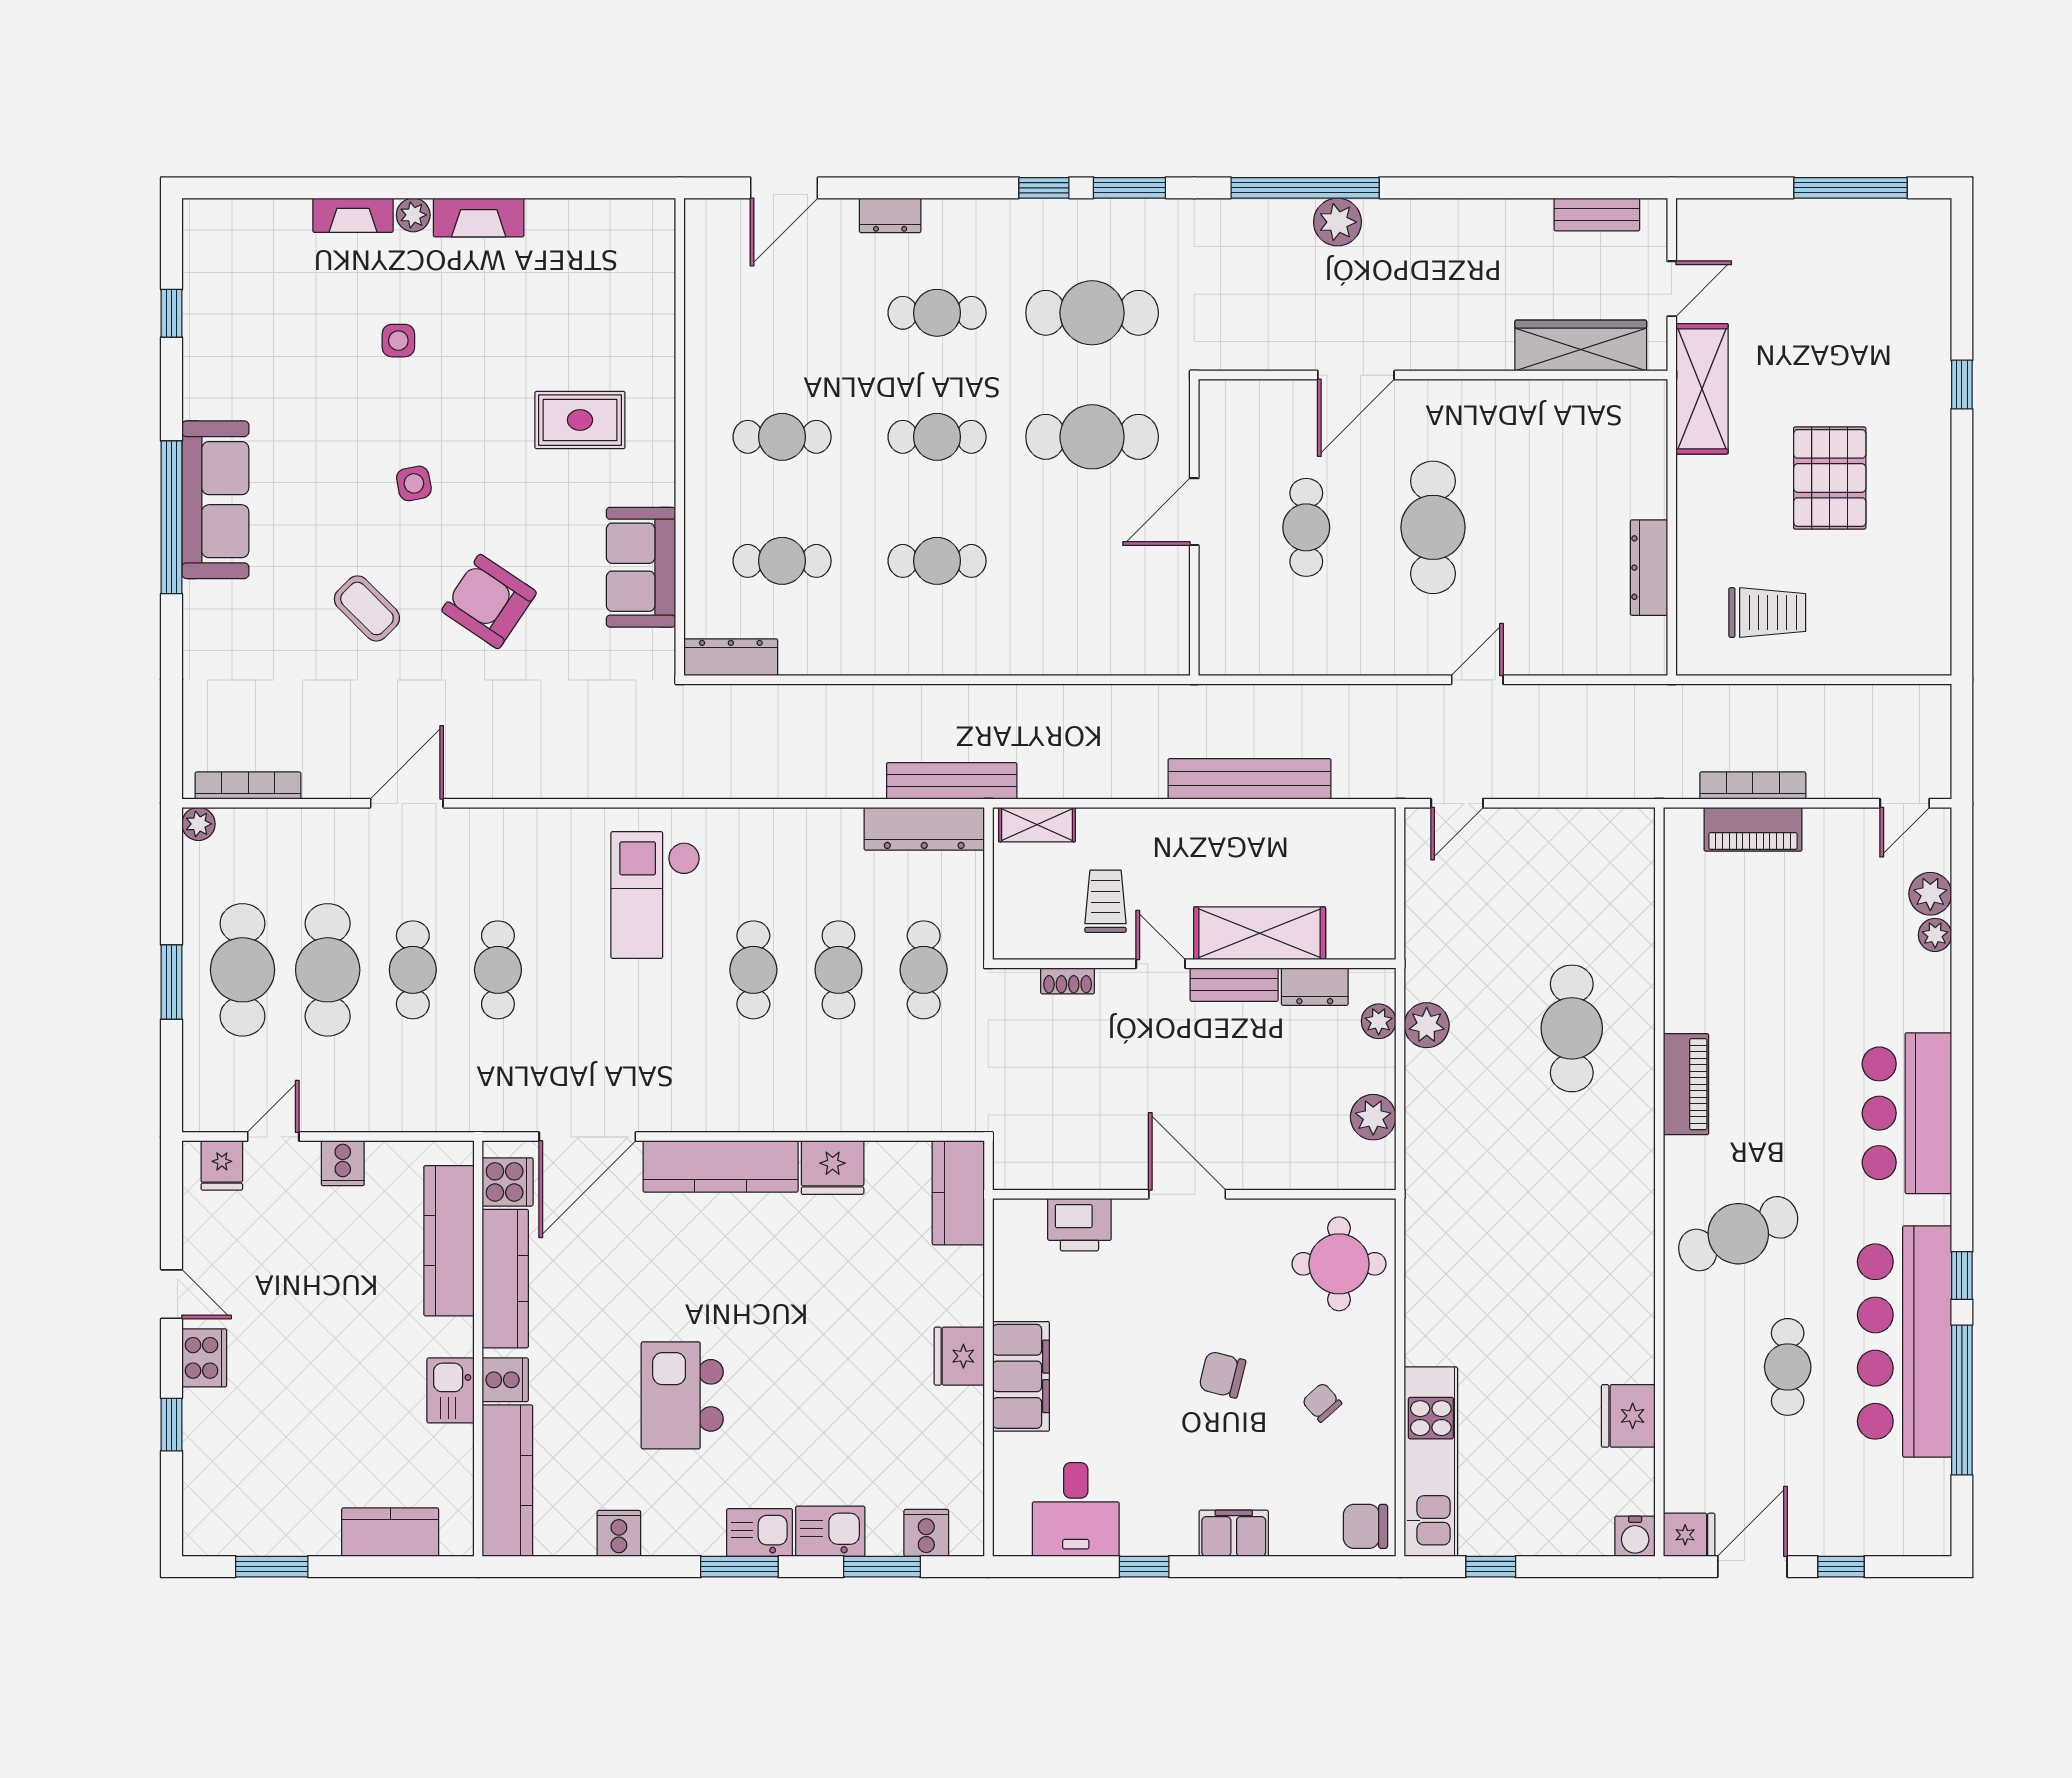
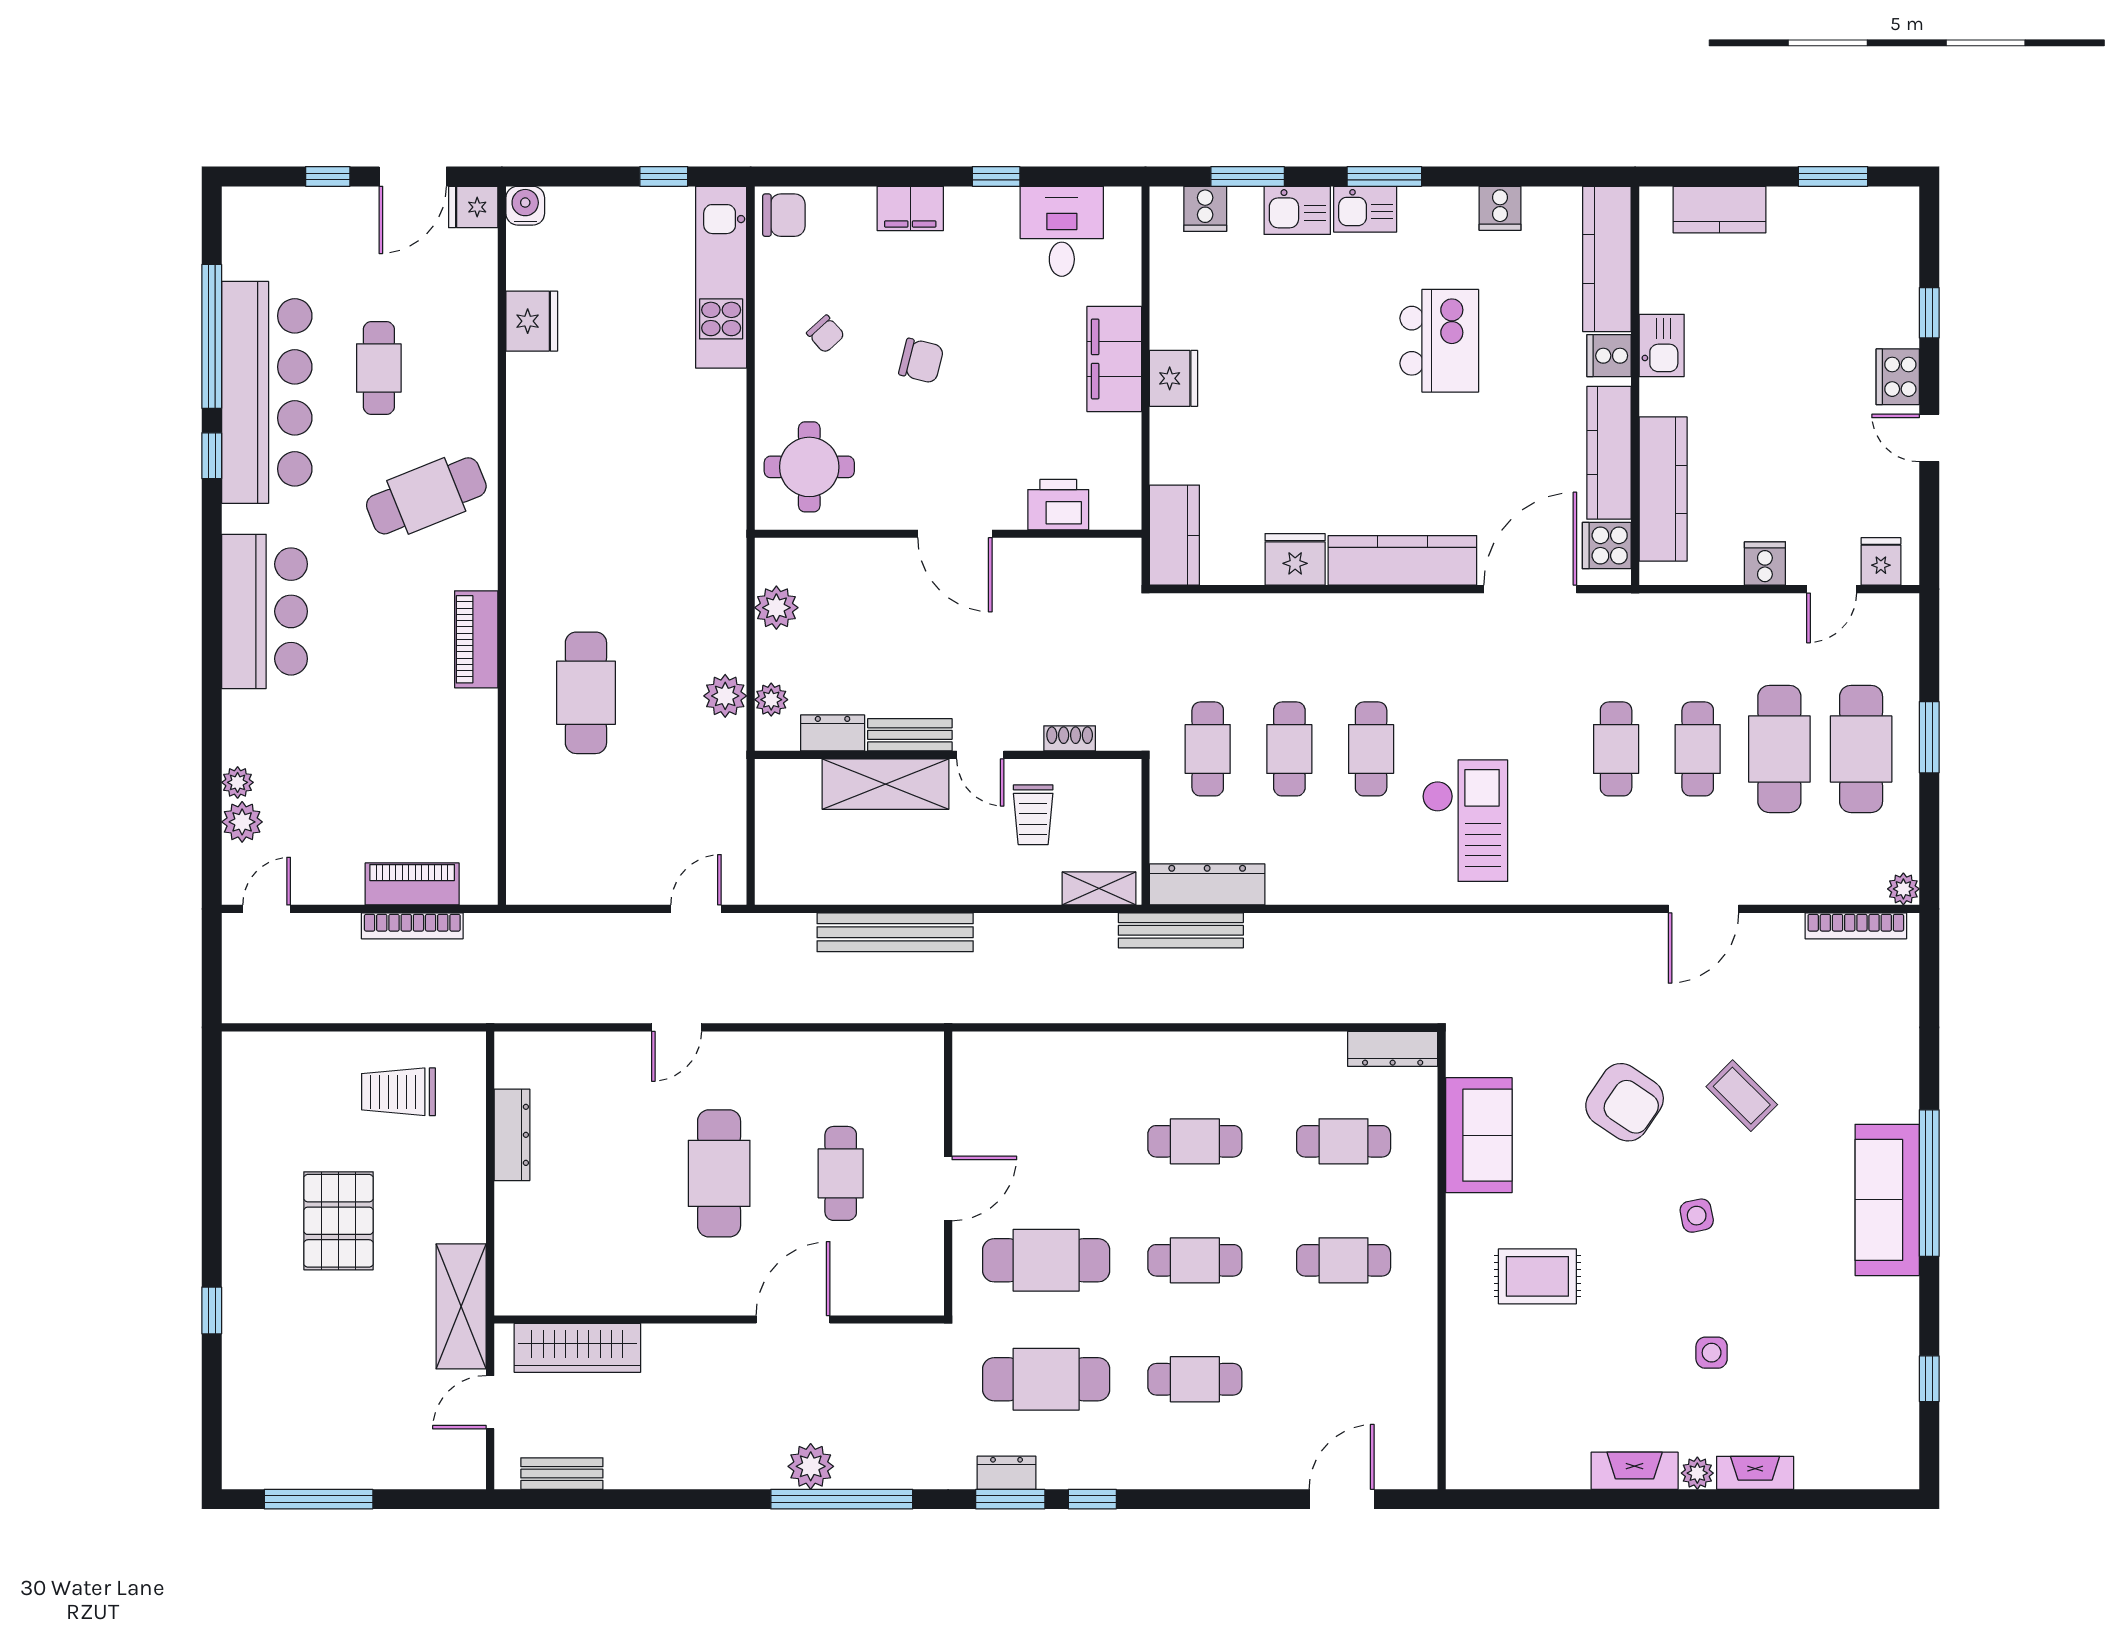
dresser: (890, 215) -> (1007, 1473), moved

